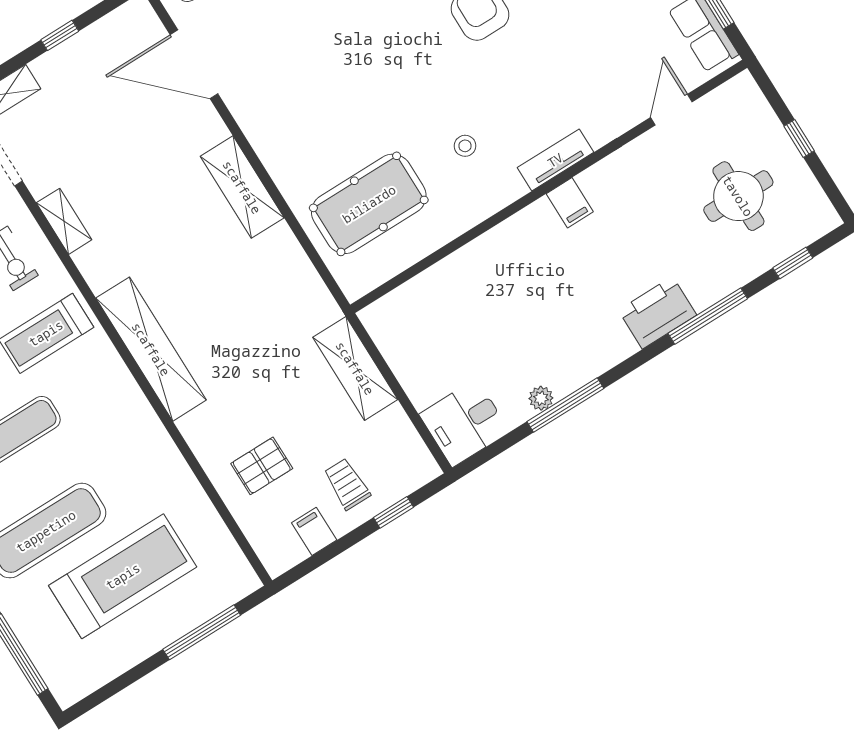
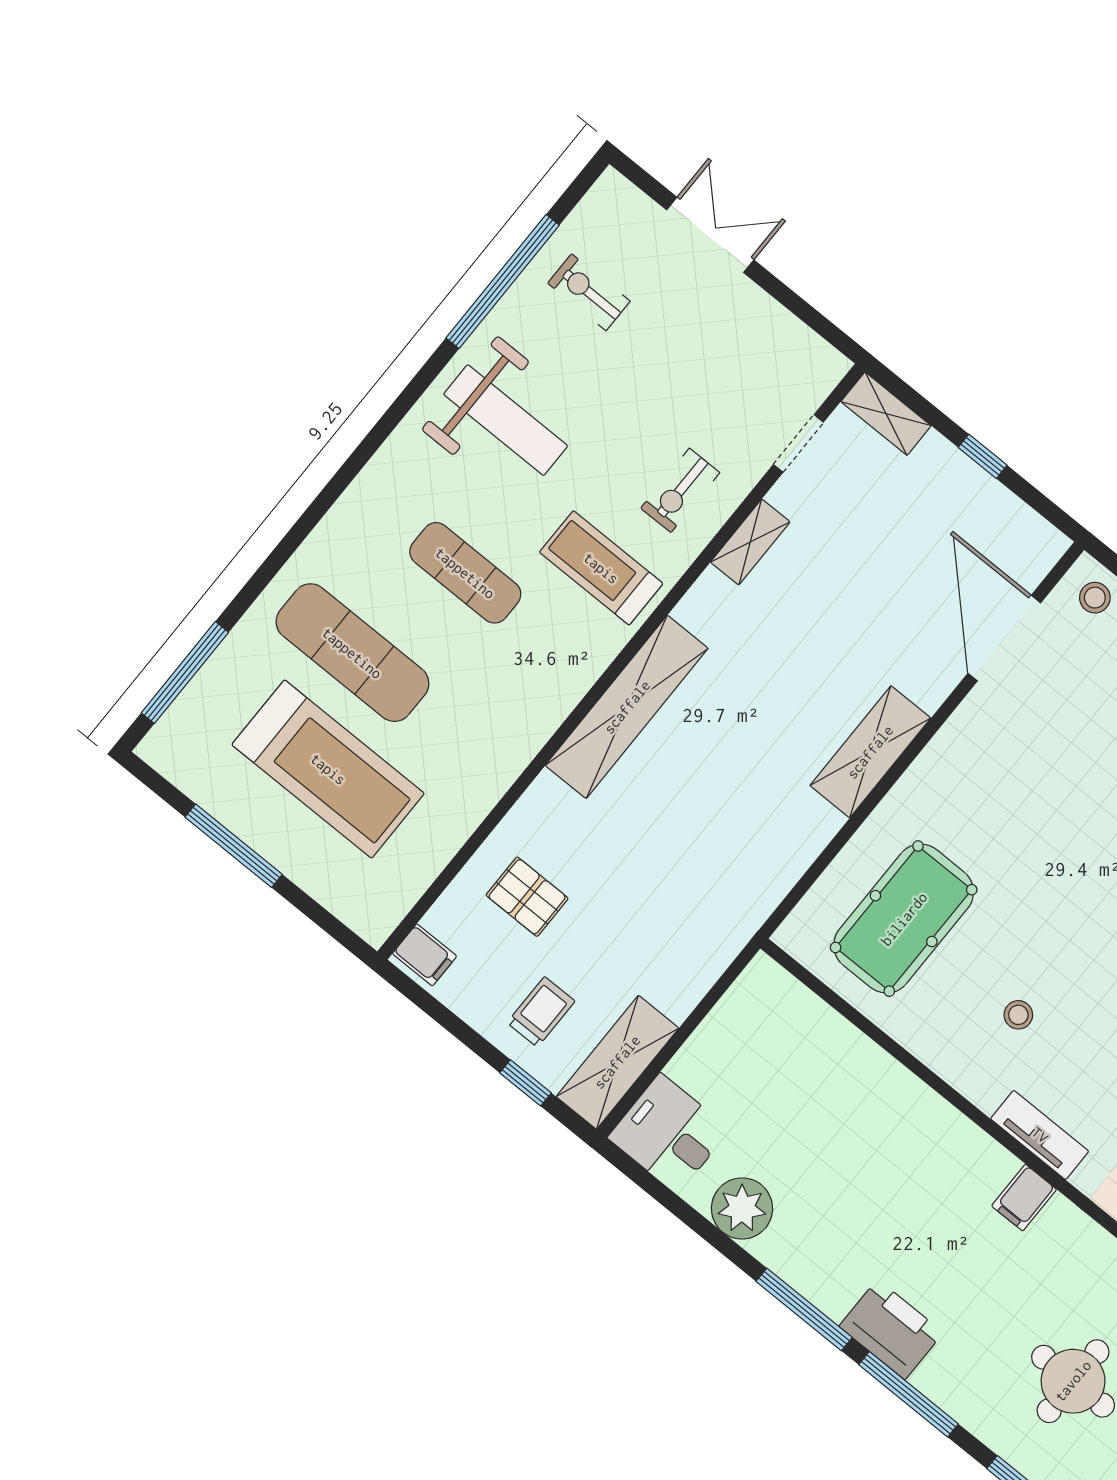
filing cabinet: (570, 203) -> (1024, 1198), moved
pool table: (369, 204) -> (904, 919), turned 90
shelving: (355, 368) -> (617, 1062), moved
plant: (541, 398) -> (742, 1208), width x1.87, depth x1.87
window: (565, 405) -> (804, 1309), moved
filing cabinet: (314, 531) -> (425, 955), moved, turned 90
window: (202, 632) -> (234, 846), moved

